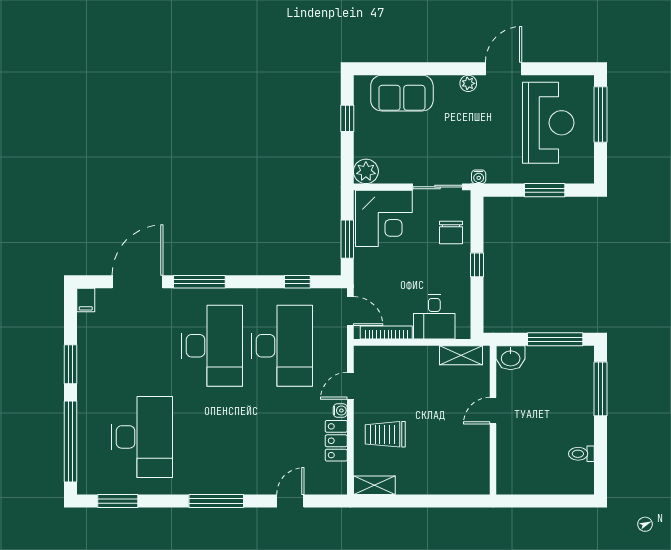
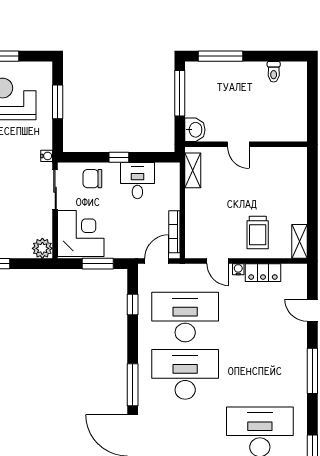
chair: (451, 233) -> (92, 179), turned 180
desk: (434, 317) -> (137, 181), moved, turned -90

